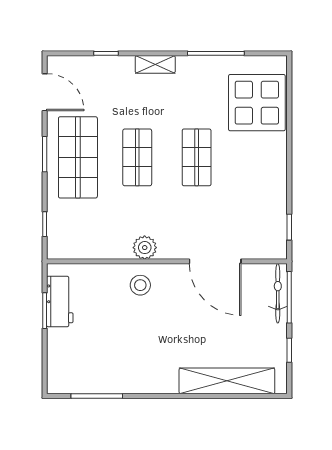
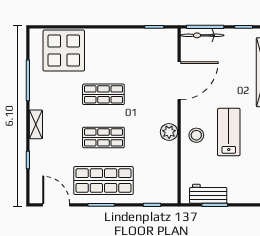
door: (45, 92) -> (56, 205), hinge flipped
lab bench: (145, 330) -> (229, 132), added

